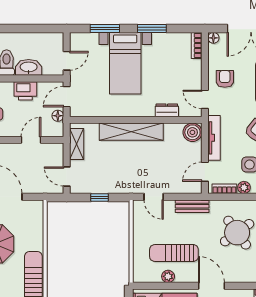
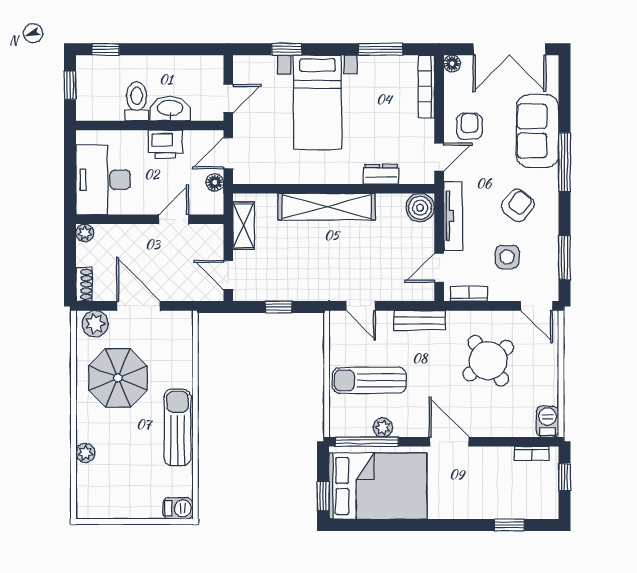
window: (105, 29) -> (287, 49), width x0.67
window: (152, 29) -> (380, 49), moved
bookcase: (197, 45) -> (426, 86), width x1.56
door: (205, 99) -> (439, 157), swing flipped
plant: (244, 187) -> (499, 292), removed
sun lounger: (174, 253) -> (369, 380), moved
window: (157, 286) -> (367, 442), added

